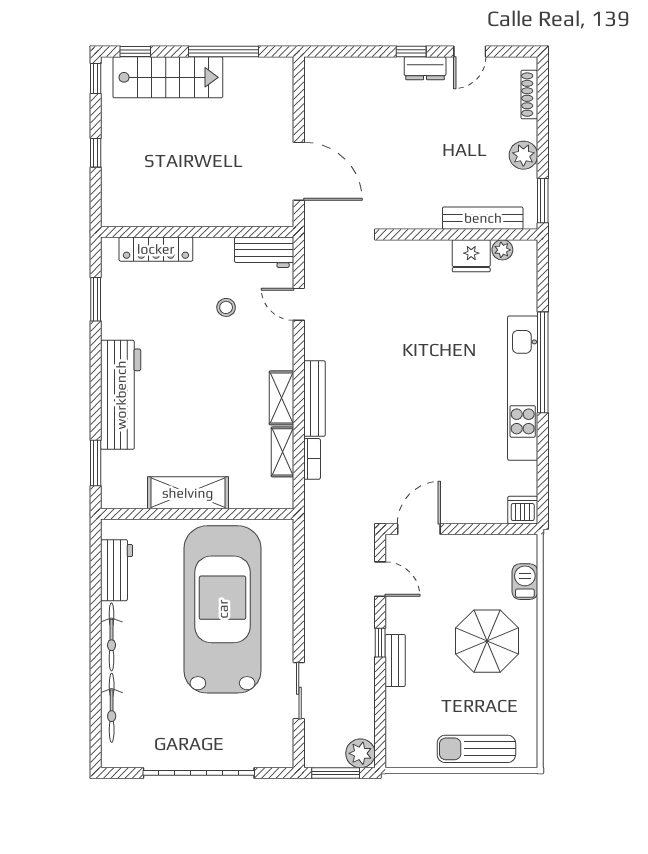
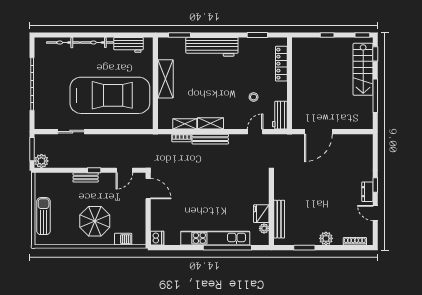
bench: (483, 218) -> (279, 219), moved
wall: (461, 234) -> (271, 209), moved
plant: (502, 250) -> (264, 228), moved
fridge: (471, 256) -> (261, 214), moved

